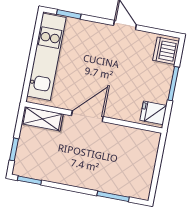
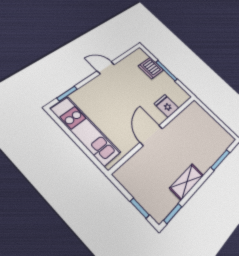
dishwasher: (166, 51) -> (151, 68), moved
fridge: (153, 113) -> (167, 106), moved, turned 90
shelving: (42, 119) -> (187, 182), moved

